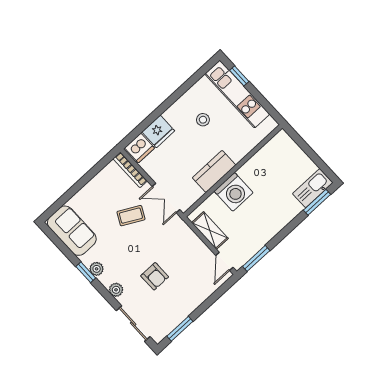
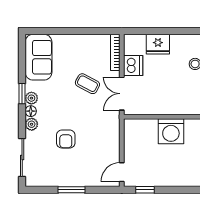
dishwasher: (140, 148) -> (133, 66), moved, turned -90
kitchen counter: (214, 171) -> (171, 106), removed
shelving: (210, 231) -> (131, 143), removed
window: (256, 258) -> (145, 190), width x0.67
floor lamp: (106, 280) -> (31, 111), added
window: (180, 329) -> (71, 190), moved

